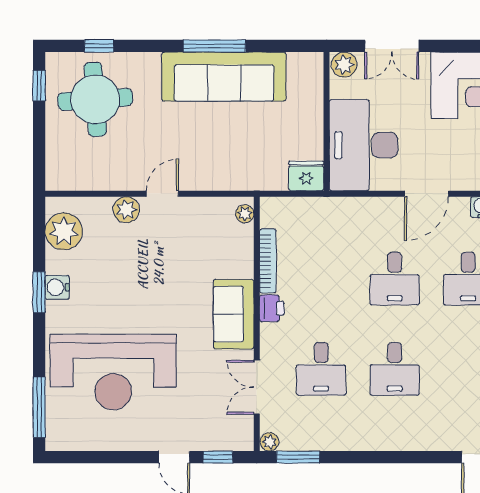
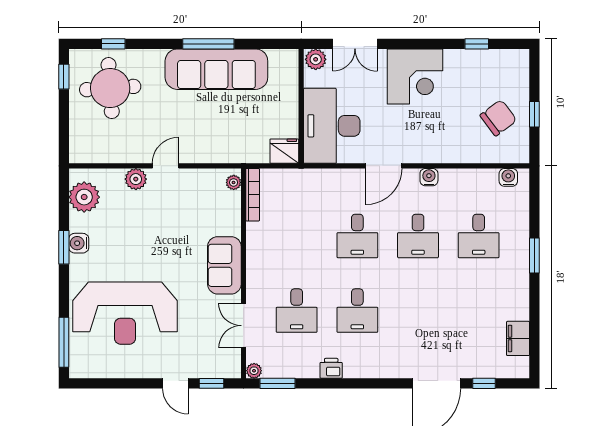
bookcase: (268, 261) -> (253, 195), moved
printer: (272, 308) -> (331, 368), moved, turned -90

